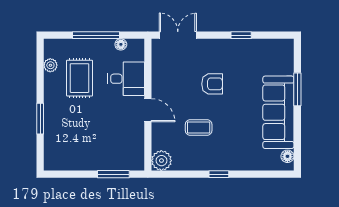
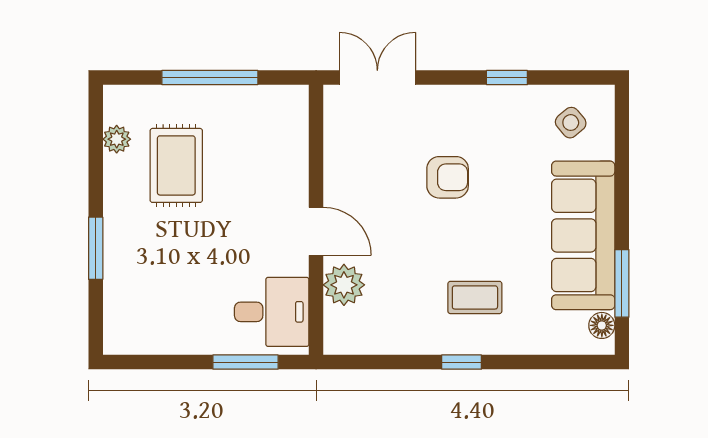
floor lamp: (121, 44) -> (261, 97), removed
side table: (272, 57) -> (571, 123), added
desk: (126, 79) -> (272, 312), moved
window: (297, 89) -> (622, 283), moved
coffee table: (199, 128) -> (475, 297), moved
plant: (161, 161) -> (344, 285), moved

